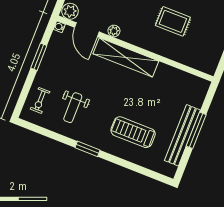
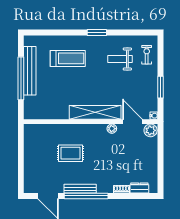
weight bench: (73, 108) -> (120, 59), turned -90
window: (196, 130) -> (21, 78), width x1.46

